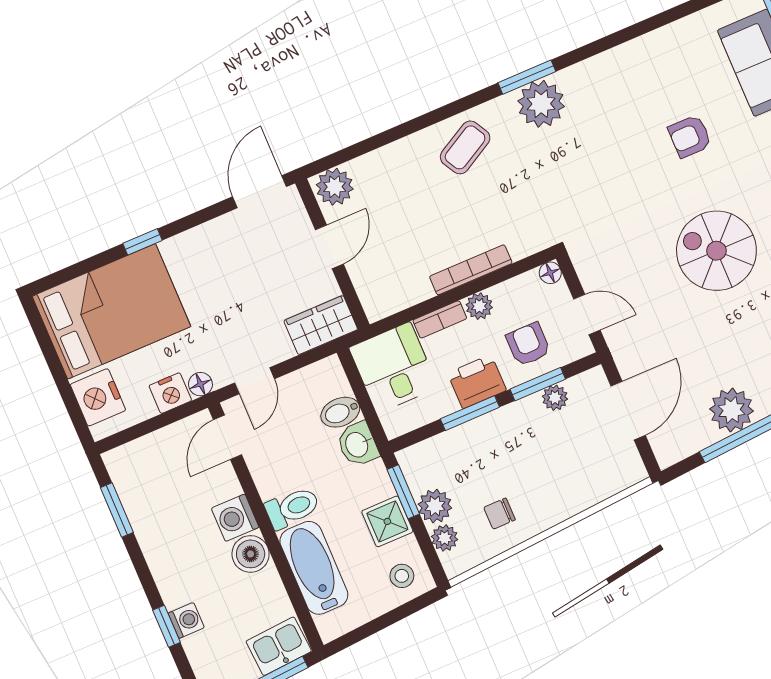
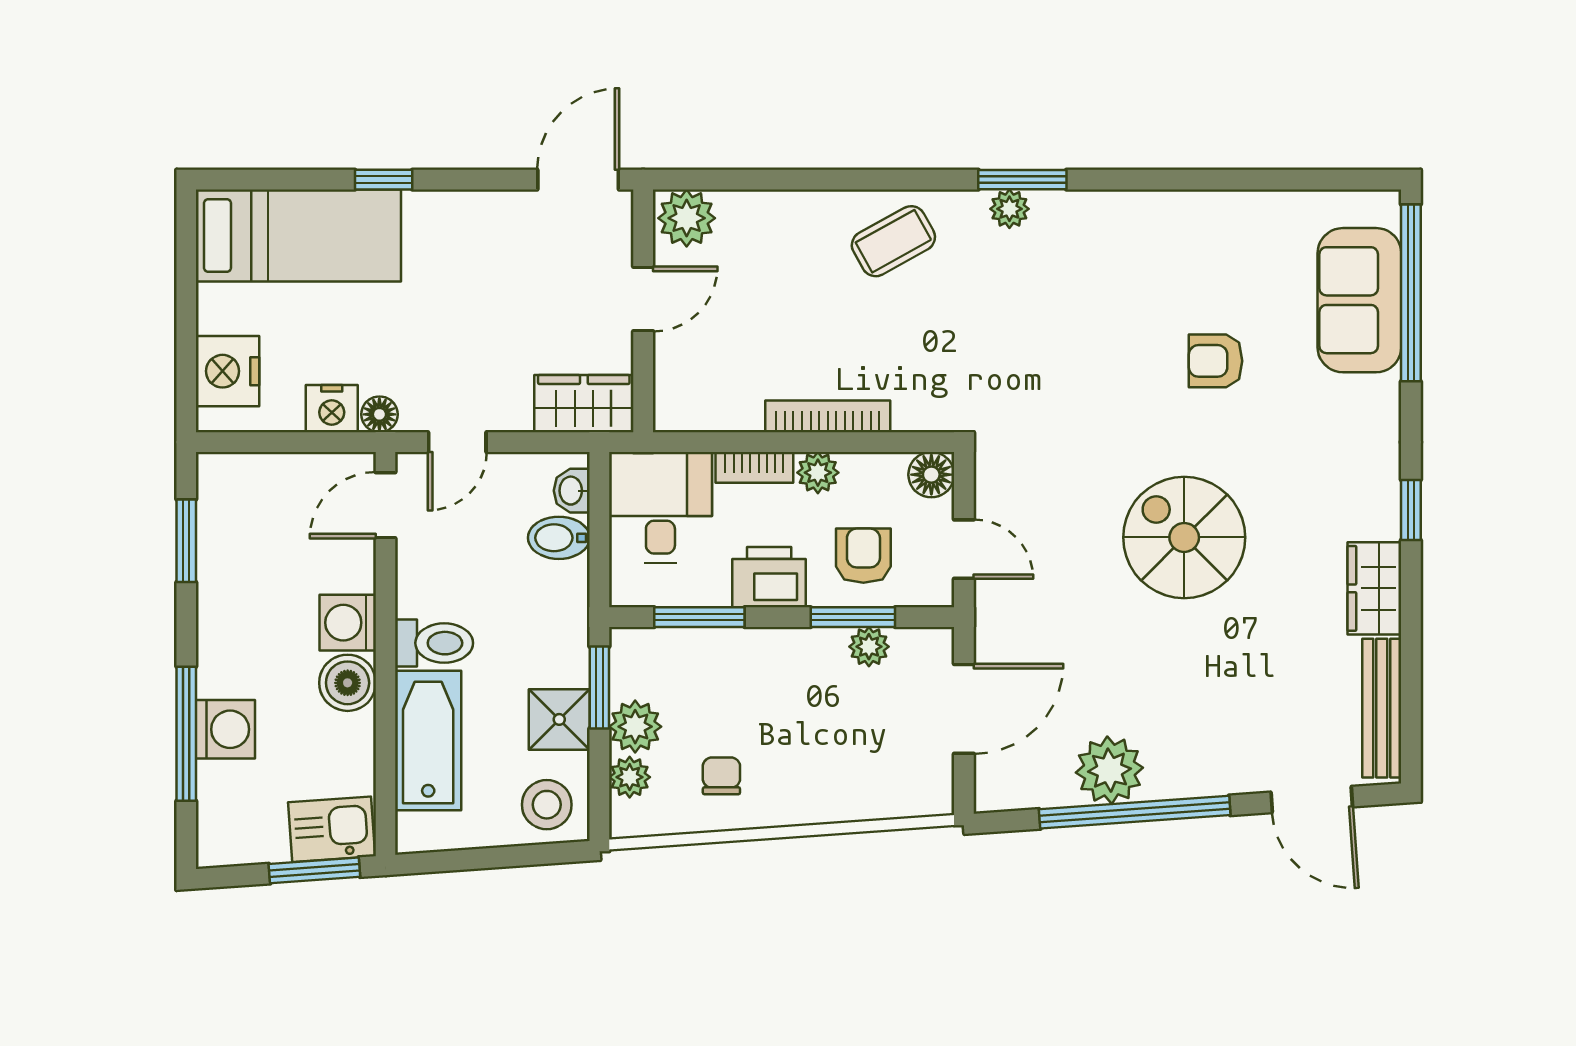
plant: (541, 104) -> (1009, 209), width x0.53, depth x0.53
floor lamp: (550, 273) -> (931, 475), width x1.37, depth x1.37
bed: (111, 311) -> (298, 235), width x0.67
window: (470, 413) -> (699, 617), moved
washbasin: (358, 444) -> (572, 491), moved, width x0.72, depth x0.69
chair: (500, 514) -> (721, 776), turned 90
stool: (402, 576) -> (547, 805), width x1.37, depth x1.37
washing machine: (186, 620) -> (225, 729), width x1.38, depth x1.38
window: (167, 626) -> (186, 734), width x2.17

